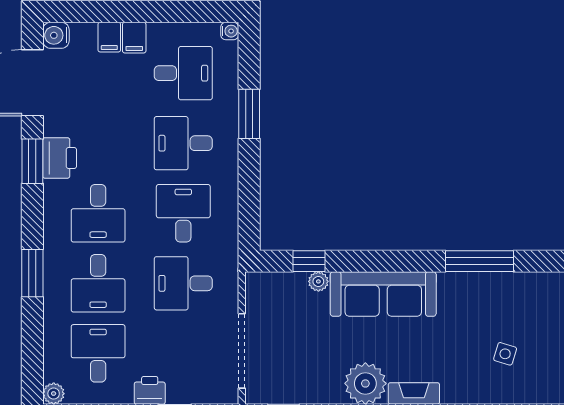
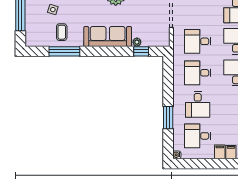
desk: (183, 143) -> (198, 104), turned 90
desk: (183, 213) -> (198, 73), turned 90
desk: (183, 283) -> (198, 41), turned 180
coffee table: (485, 304) -> (62, 32), added

